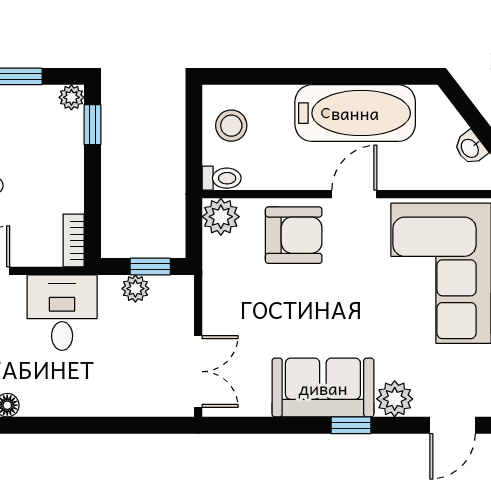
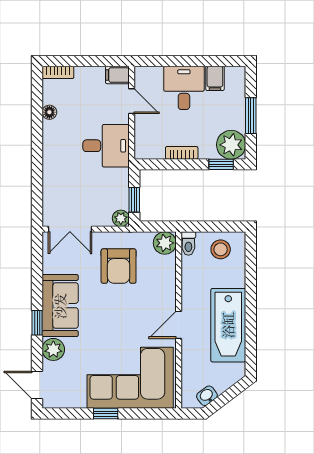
plant: (71, 97) -> (231, 145), width x1.88, depth x1.88
door: (354, 194) -> (179, 325), swing flipped
armchair: (294, 235) -> (119, 266), moved
bookcase: (74, 240) -> (182, 153), moved
plant: (135, 289) -> (121, 218), moved

